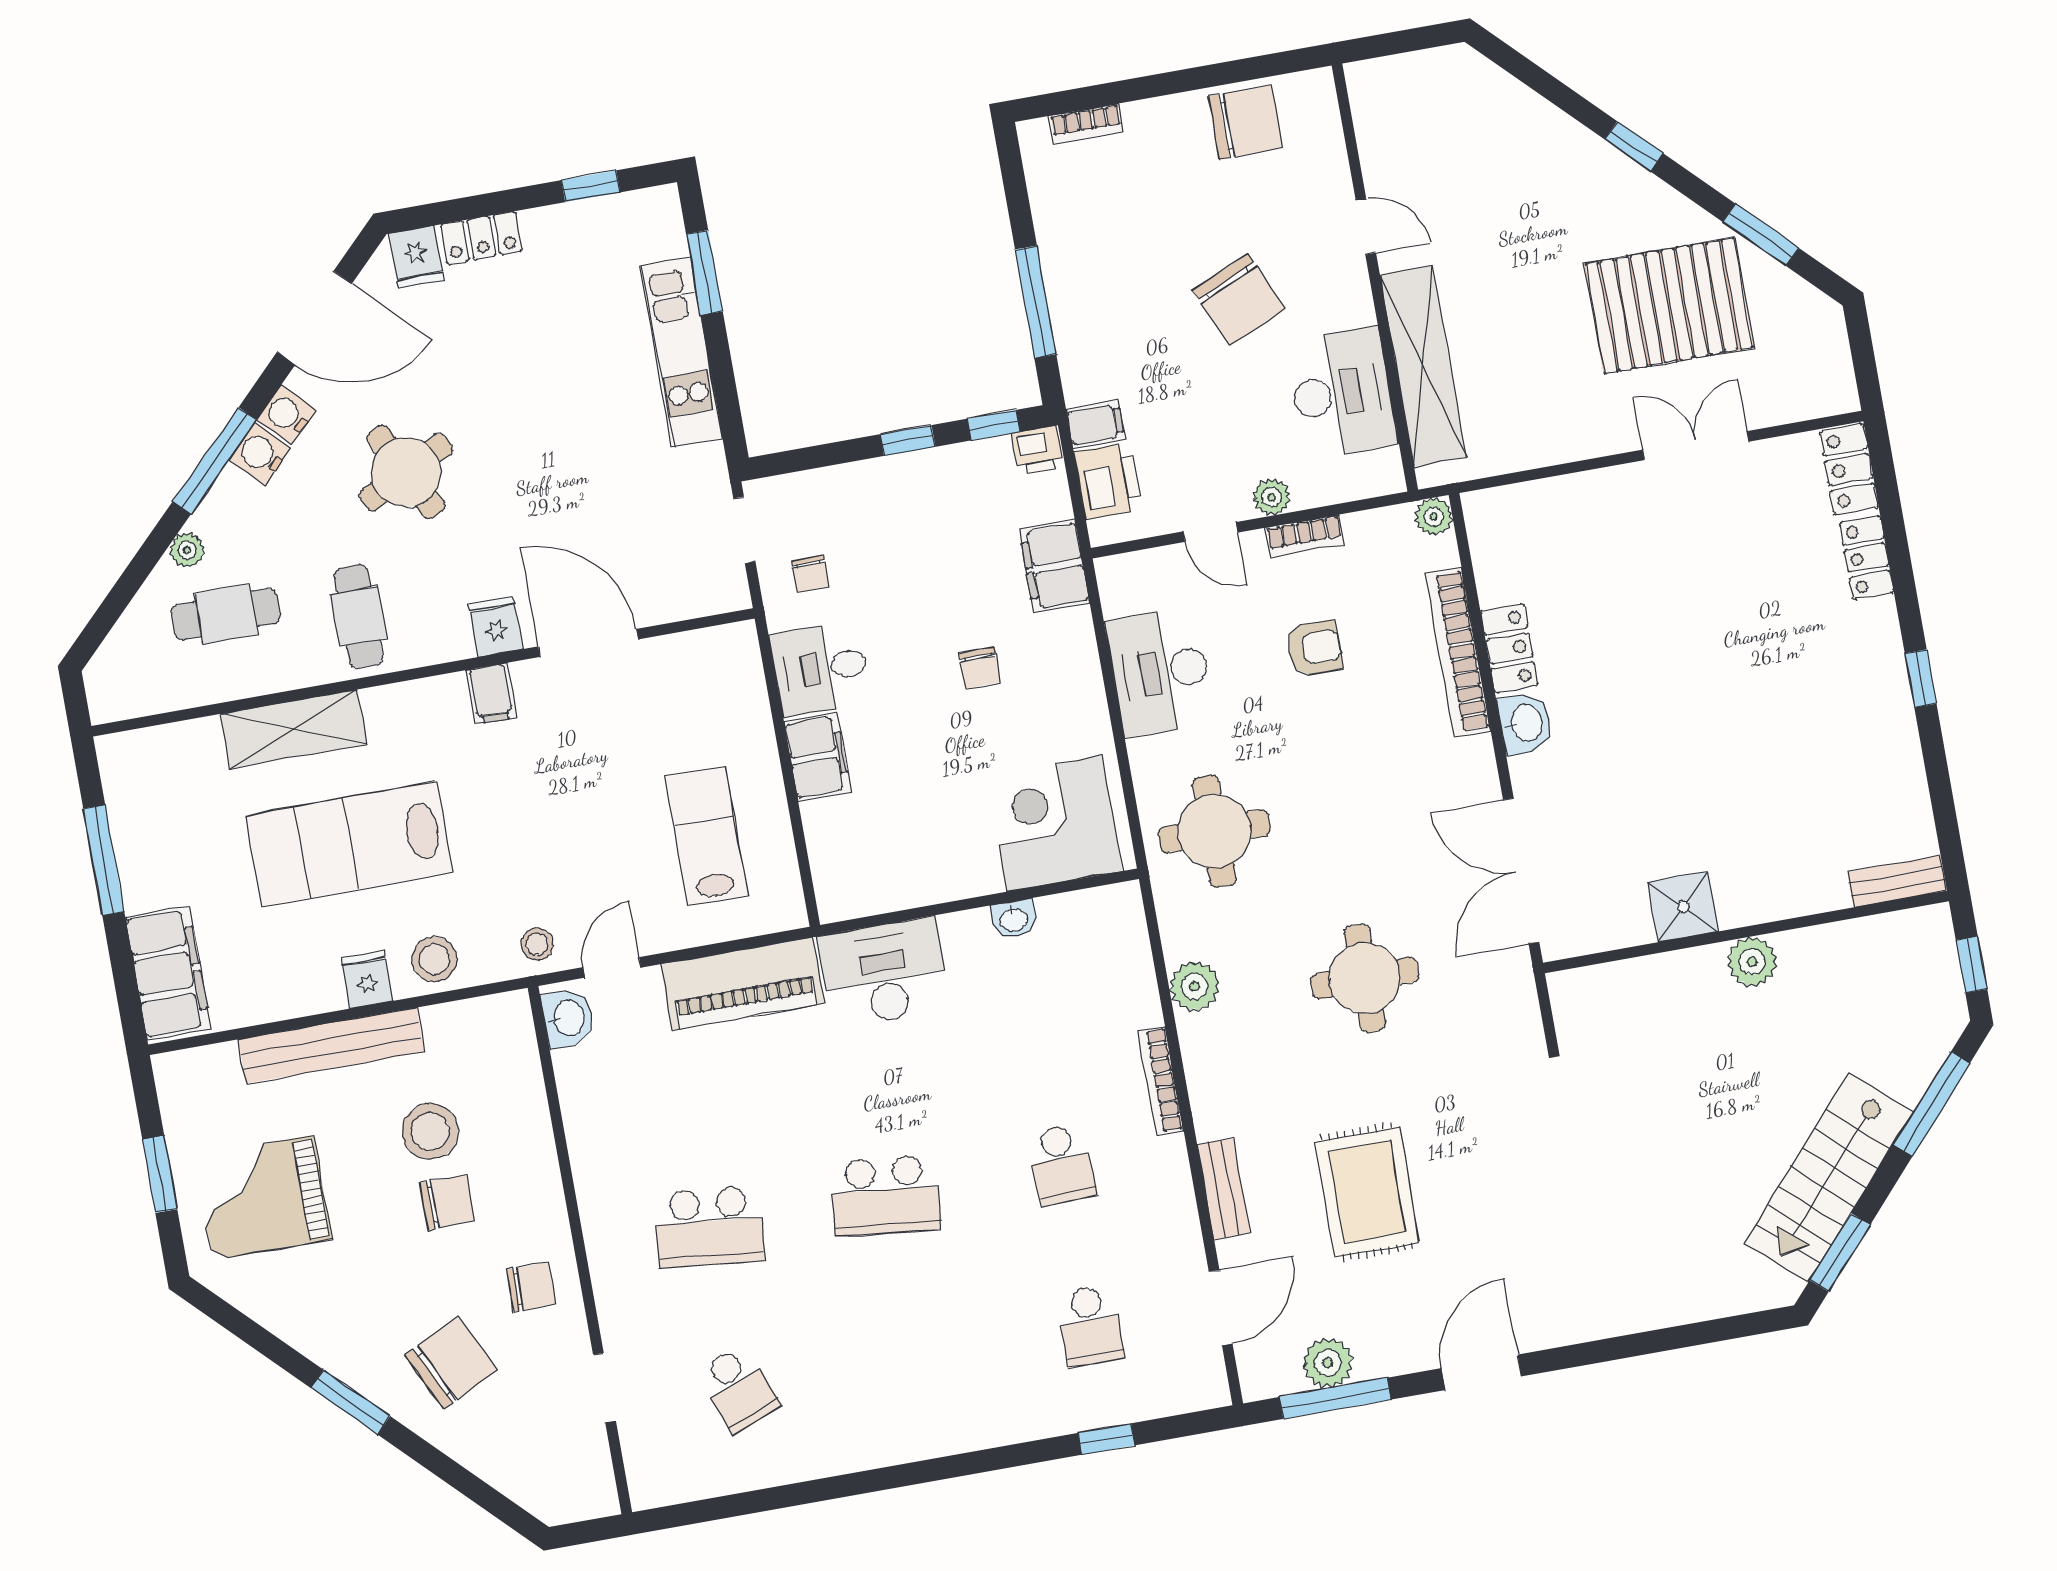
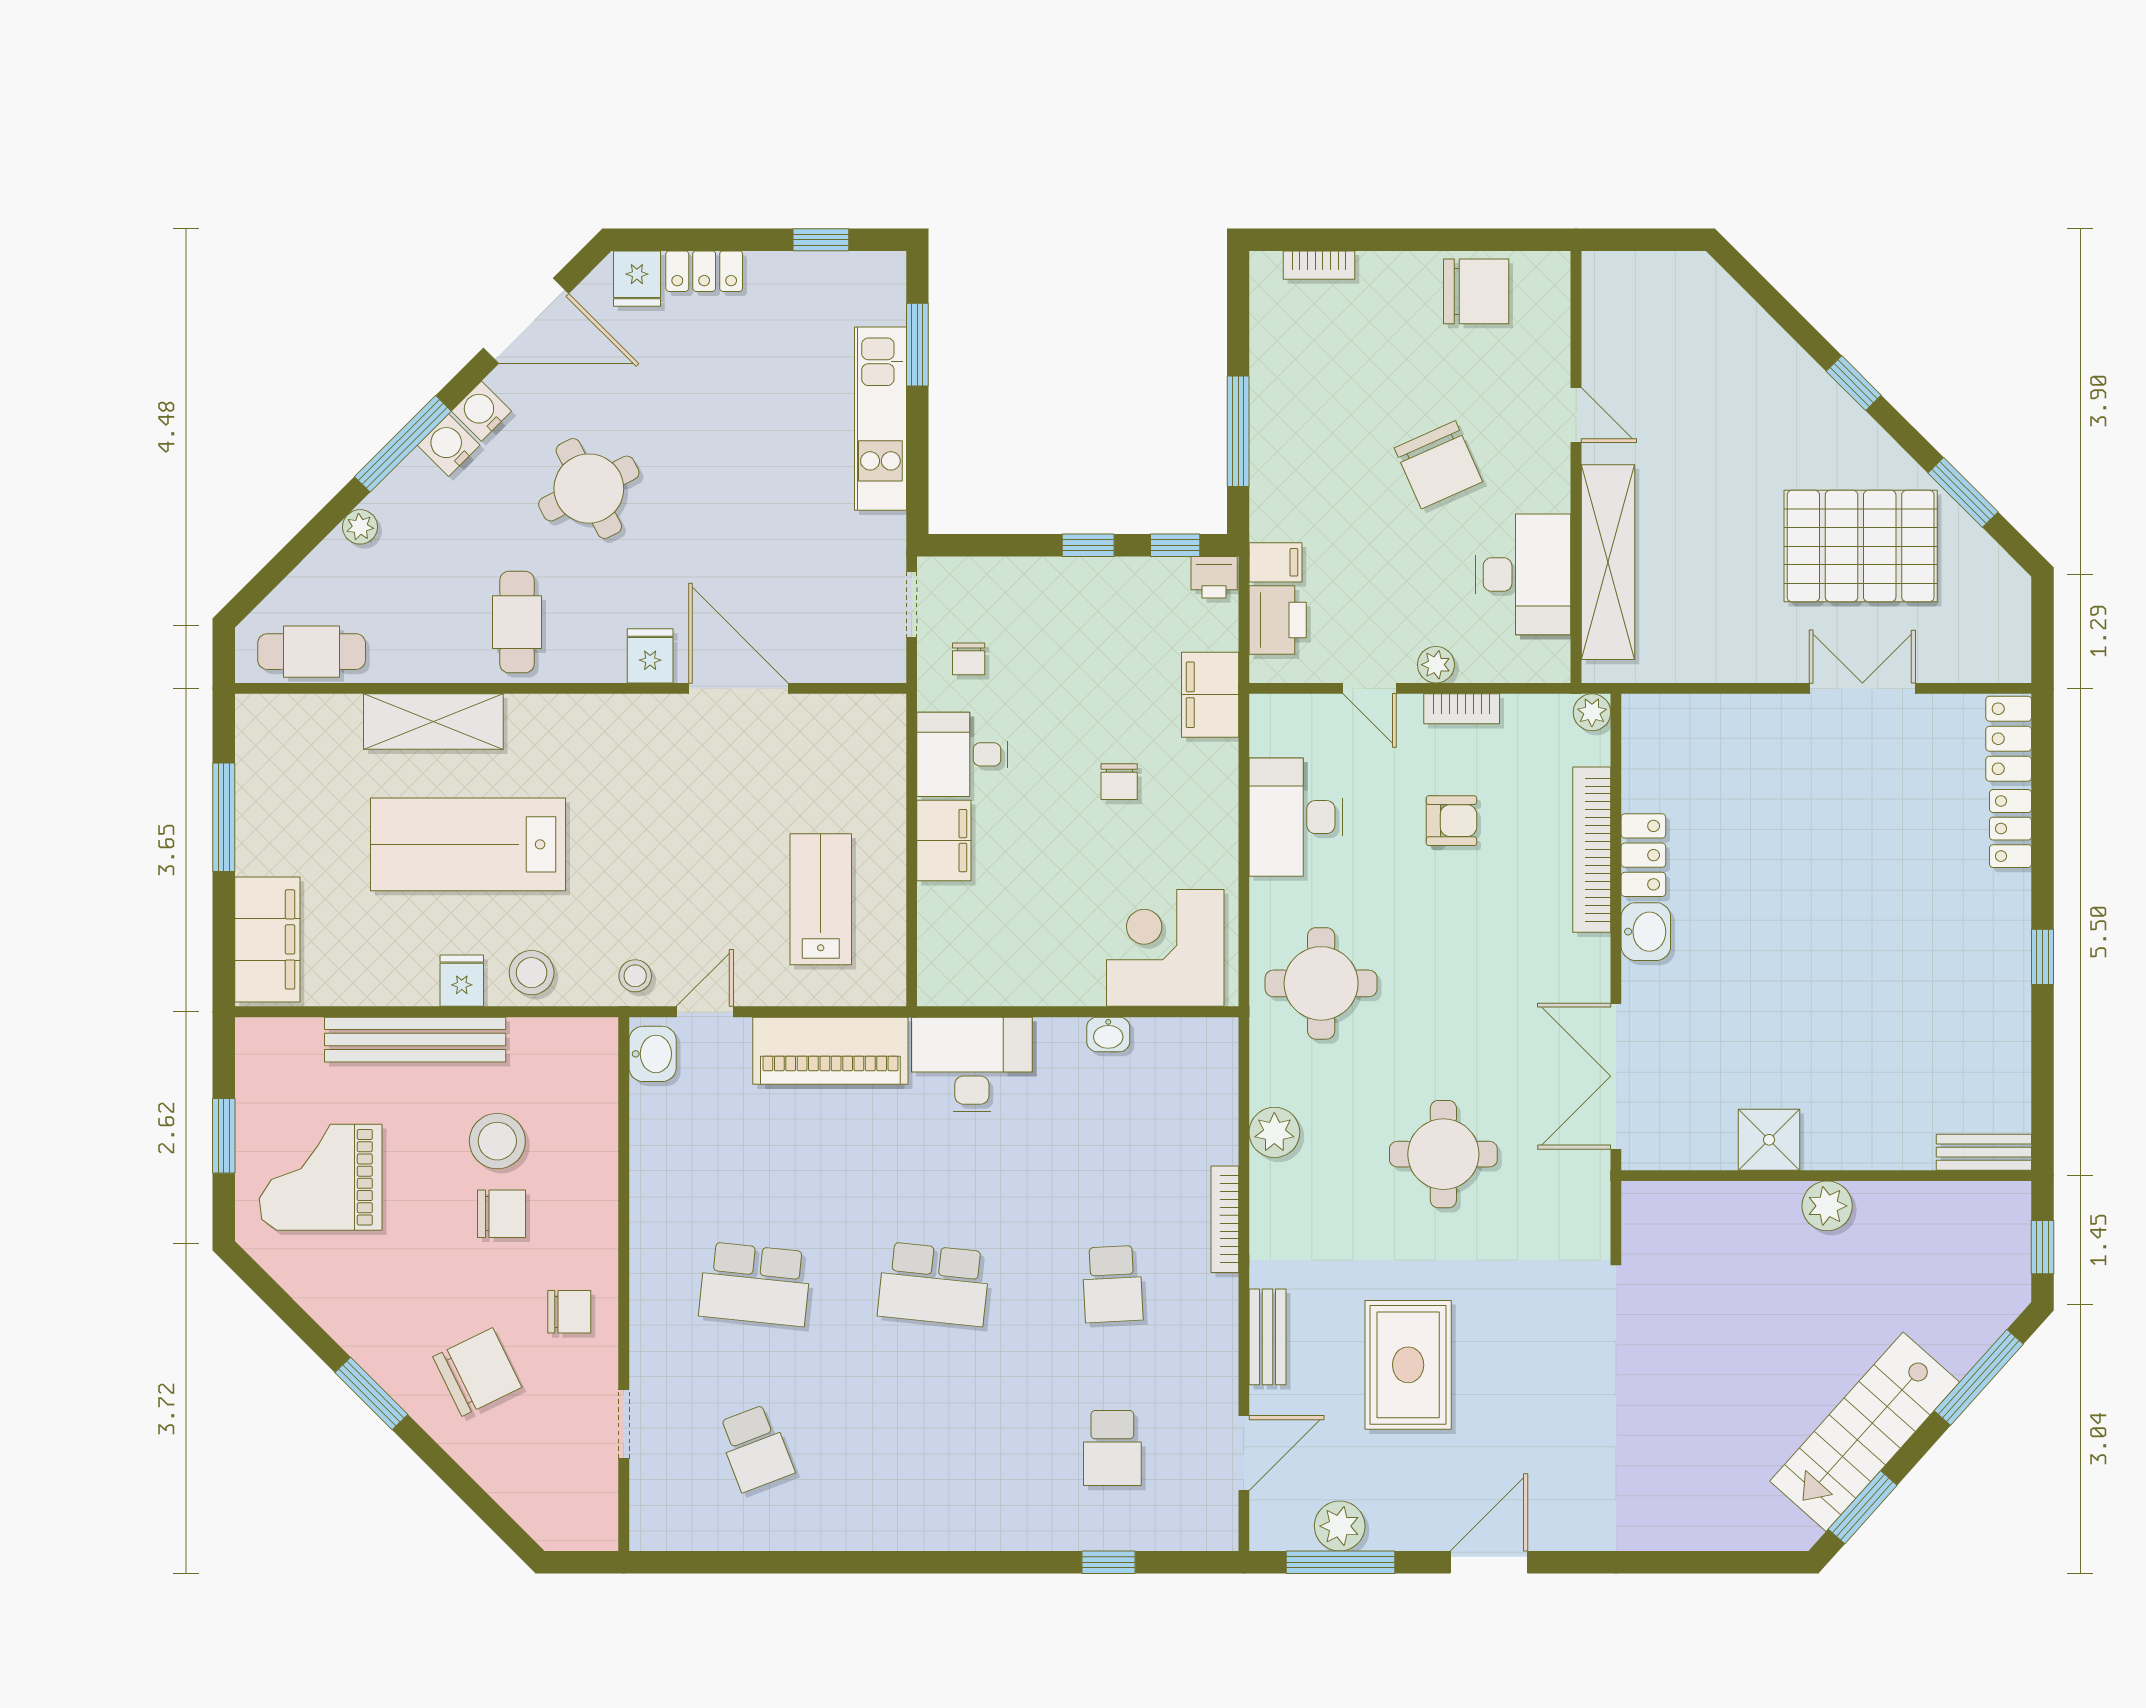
cafe table: (226, 614) -> (312, 652), moved
filing cabinet: (491, 694) -> (634, 721), removed

